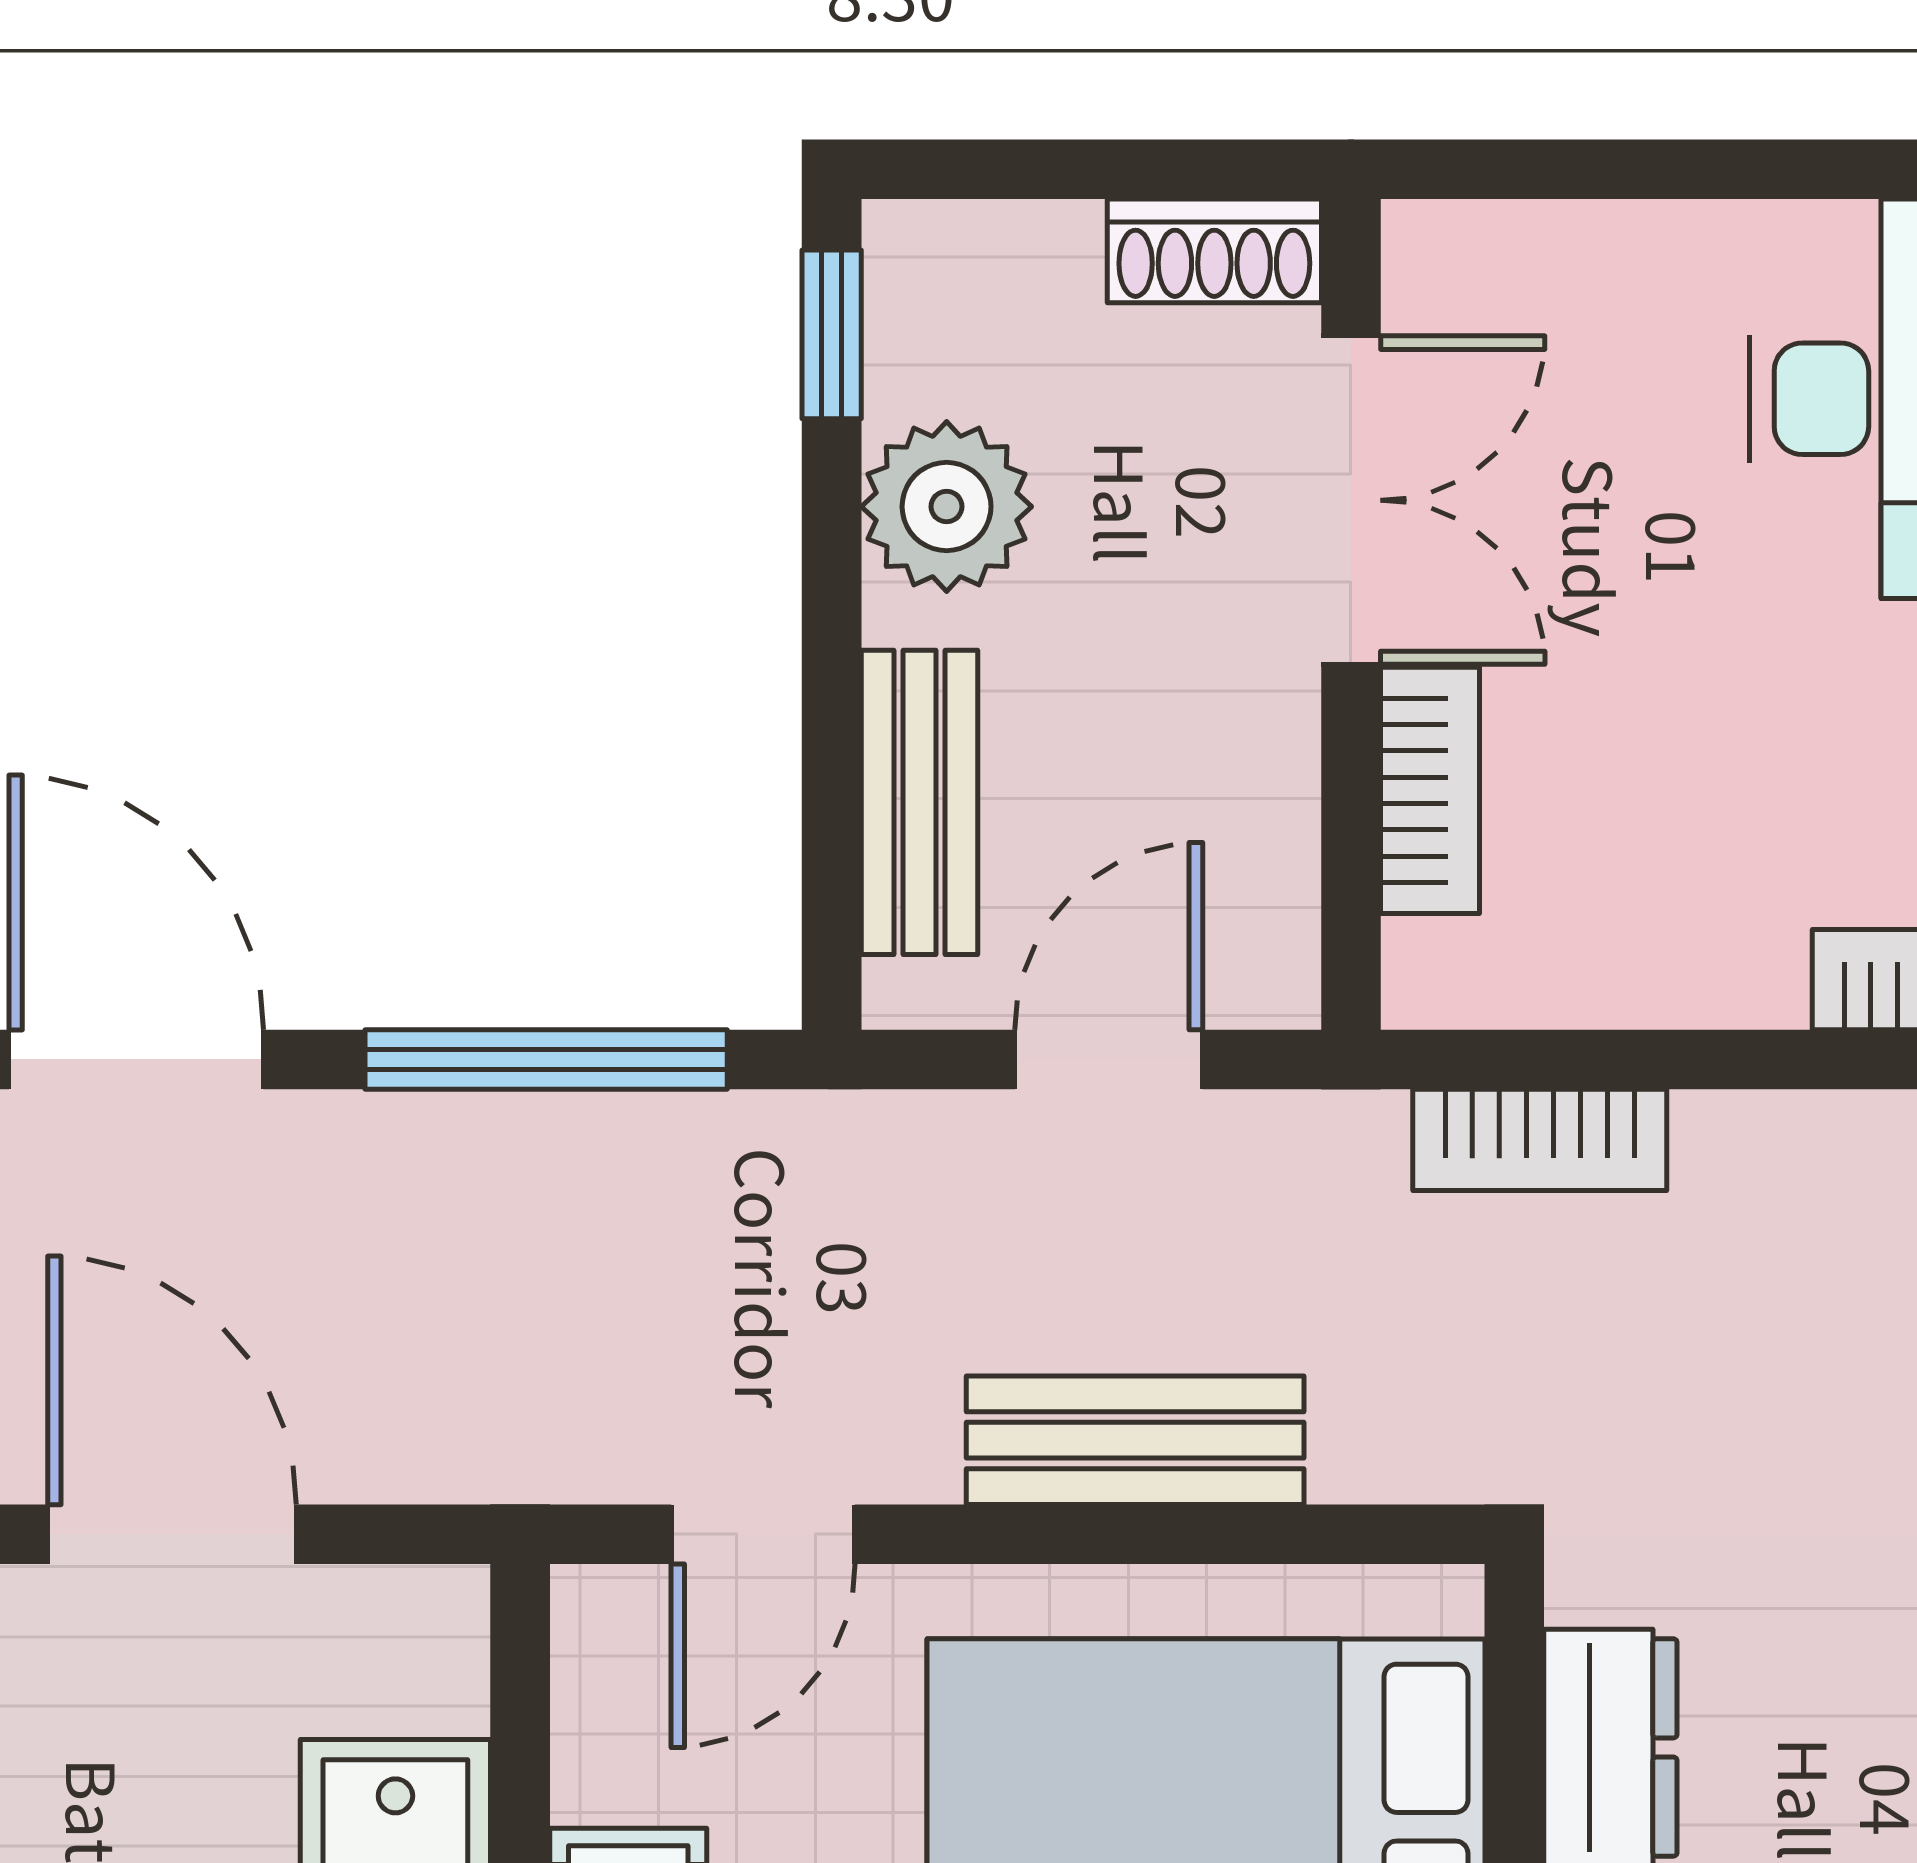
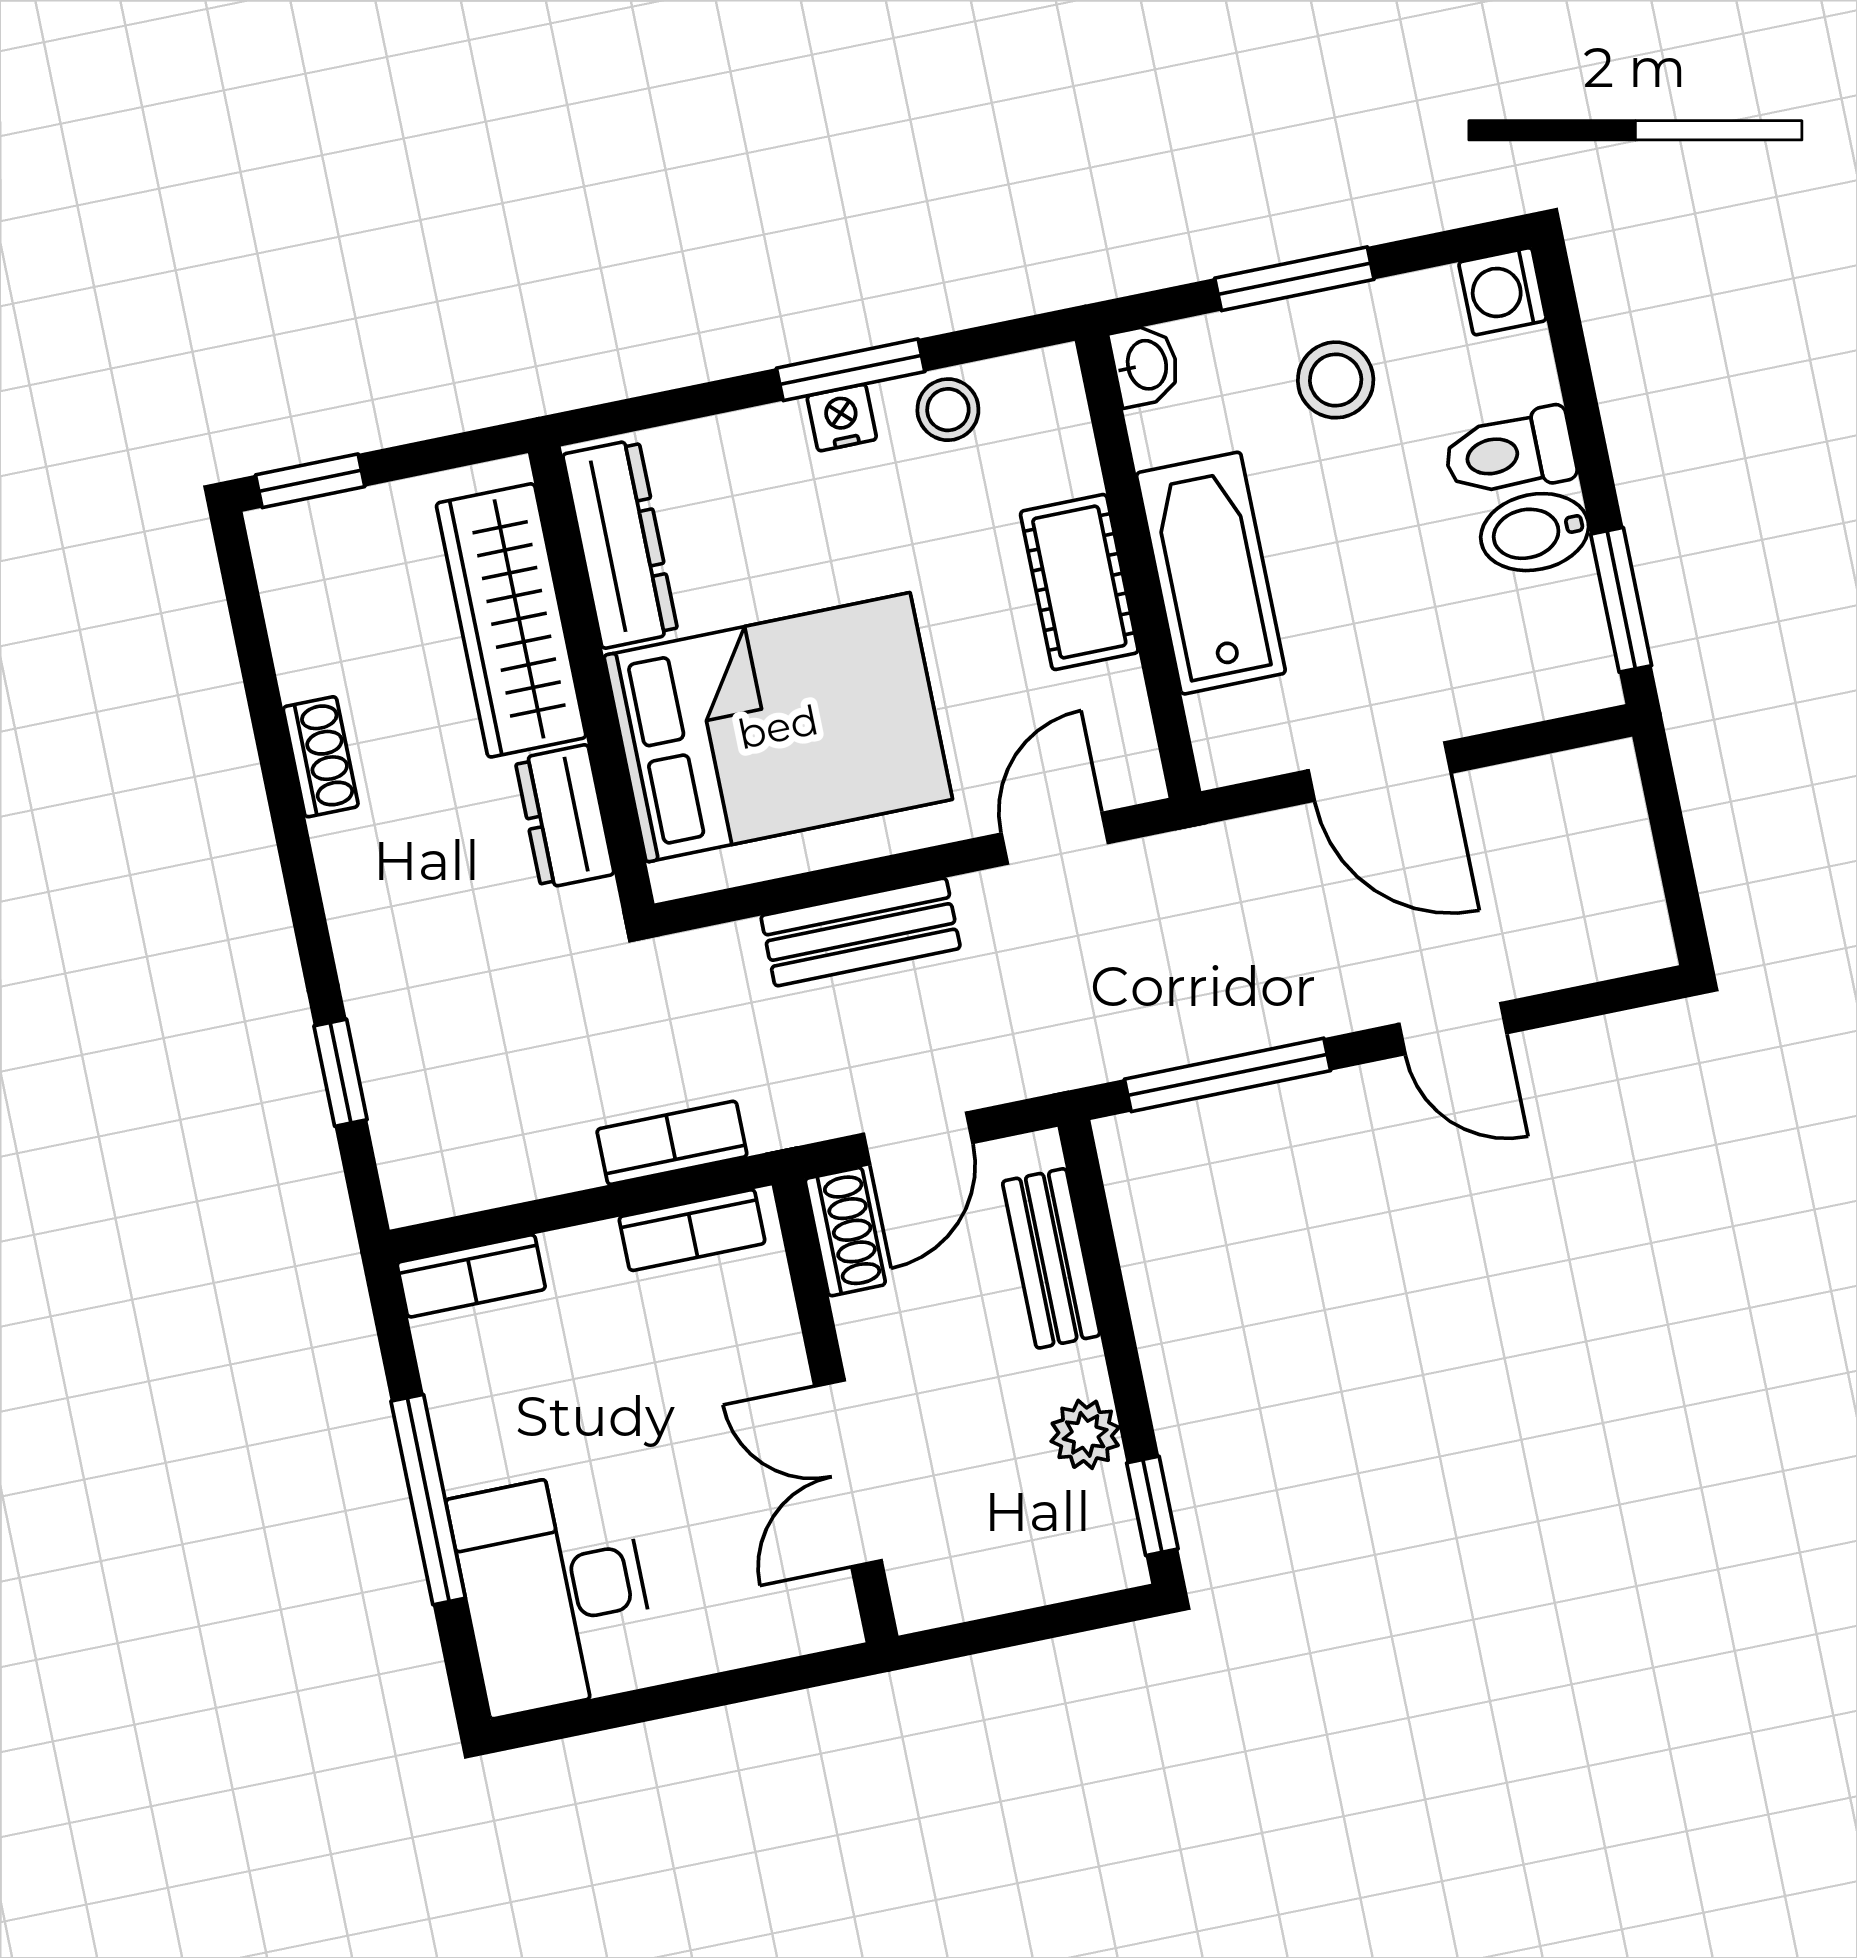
shoe rack: (1214, 251) -> (845, 1232), moved, turned 90
plant: (947, 507) -> (1085, 1434), width x0.73, depth x0.73
bookcase: (1430, 790) -> (692, 1230), moved, turned -90
door: (136, 1059) -> (1453, 1029), width x0.73

